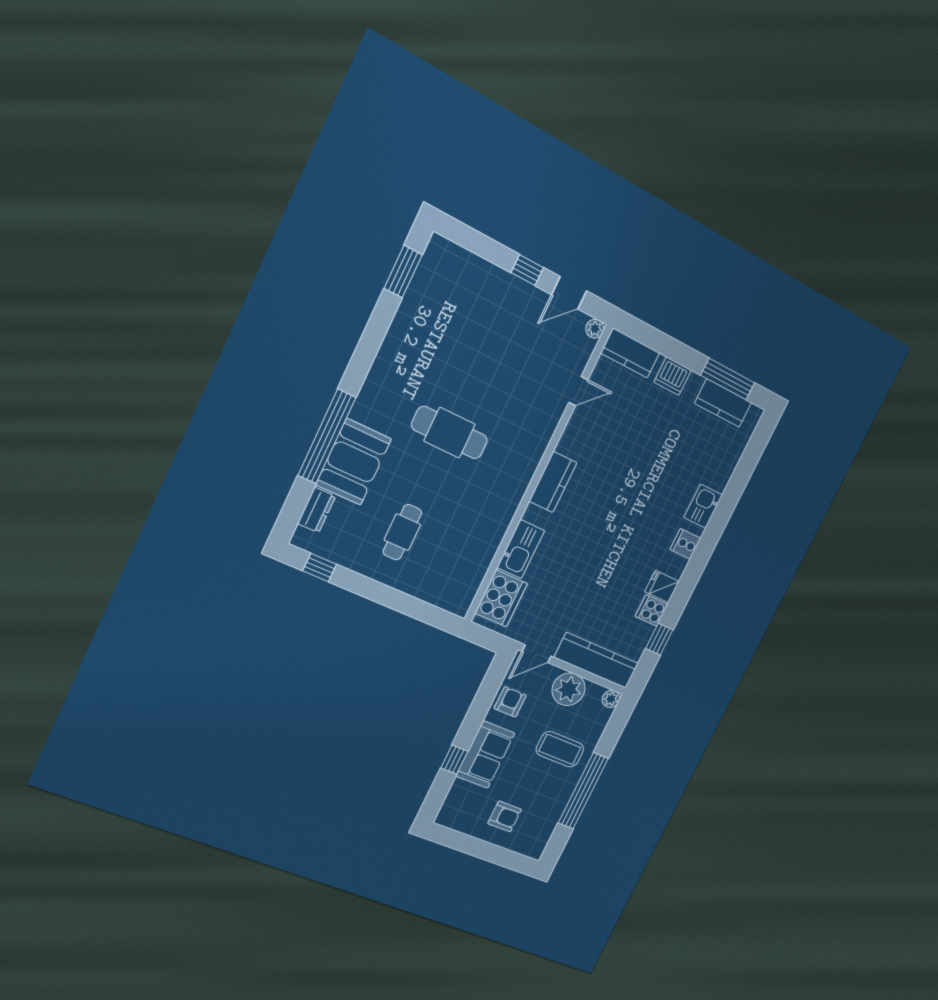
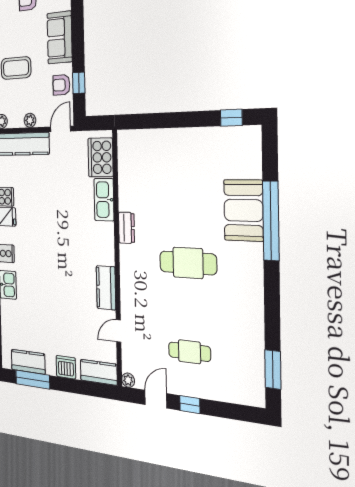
kitchen counter: (553, 482) -> (106, 288), moved
dresser: (317, 510) -> (126, 228), moved, turned 180
cafe table: (402, 532) -> (189, 352), moved, turned 90
plant: (569, 689) -> (30, 120), width x0.53, depth x0.53
armchair: (510, 702) -> (61, 85), turned 90
window: (454, 760) -> (79, 83), moved

